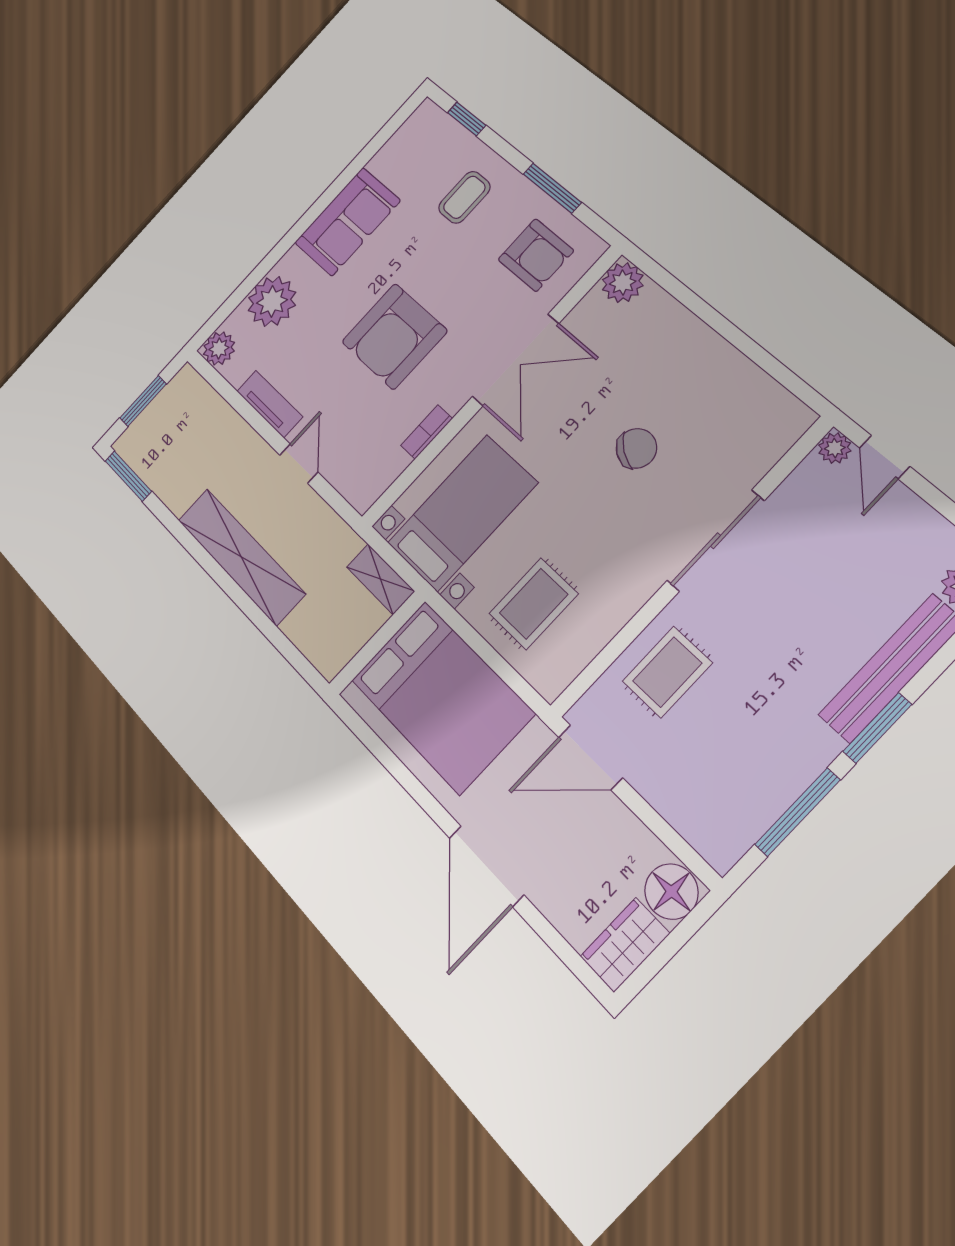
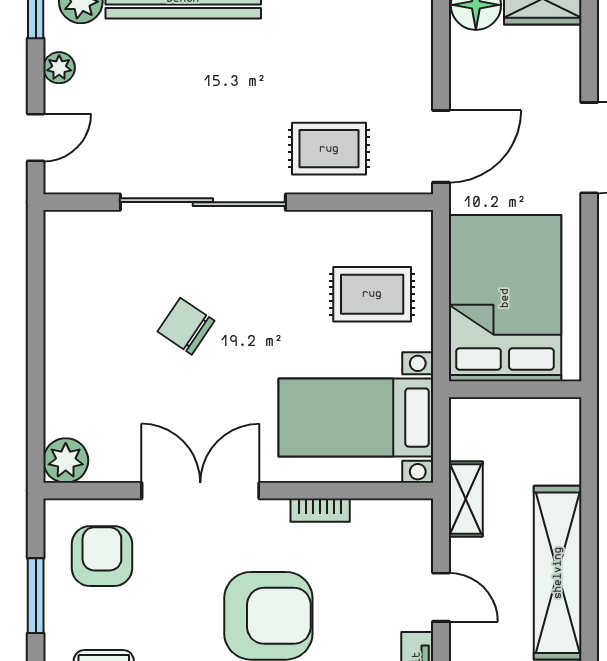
plant: (835, 448) -> (59, 68), moved
door: (299, 464) -> (441, 597), swing flipped
sliding door: (716, 541) -> (203, 202), width x1.36
shelving: (381, 579) -> (466, 499), moved
door: (590, 757) -> (441, 146), hinge flipped

